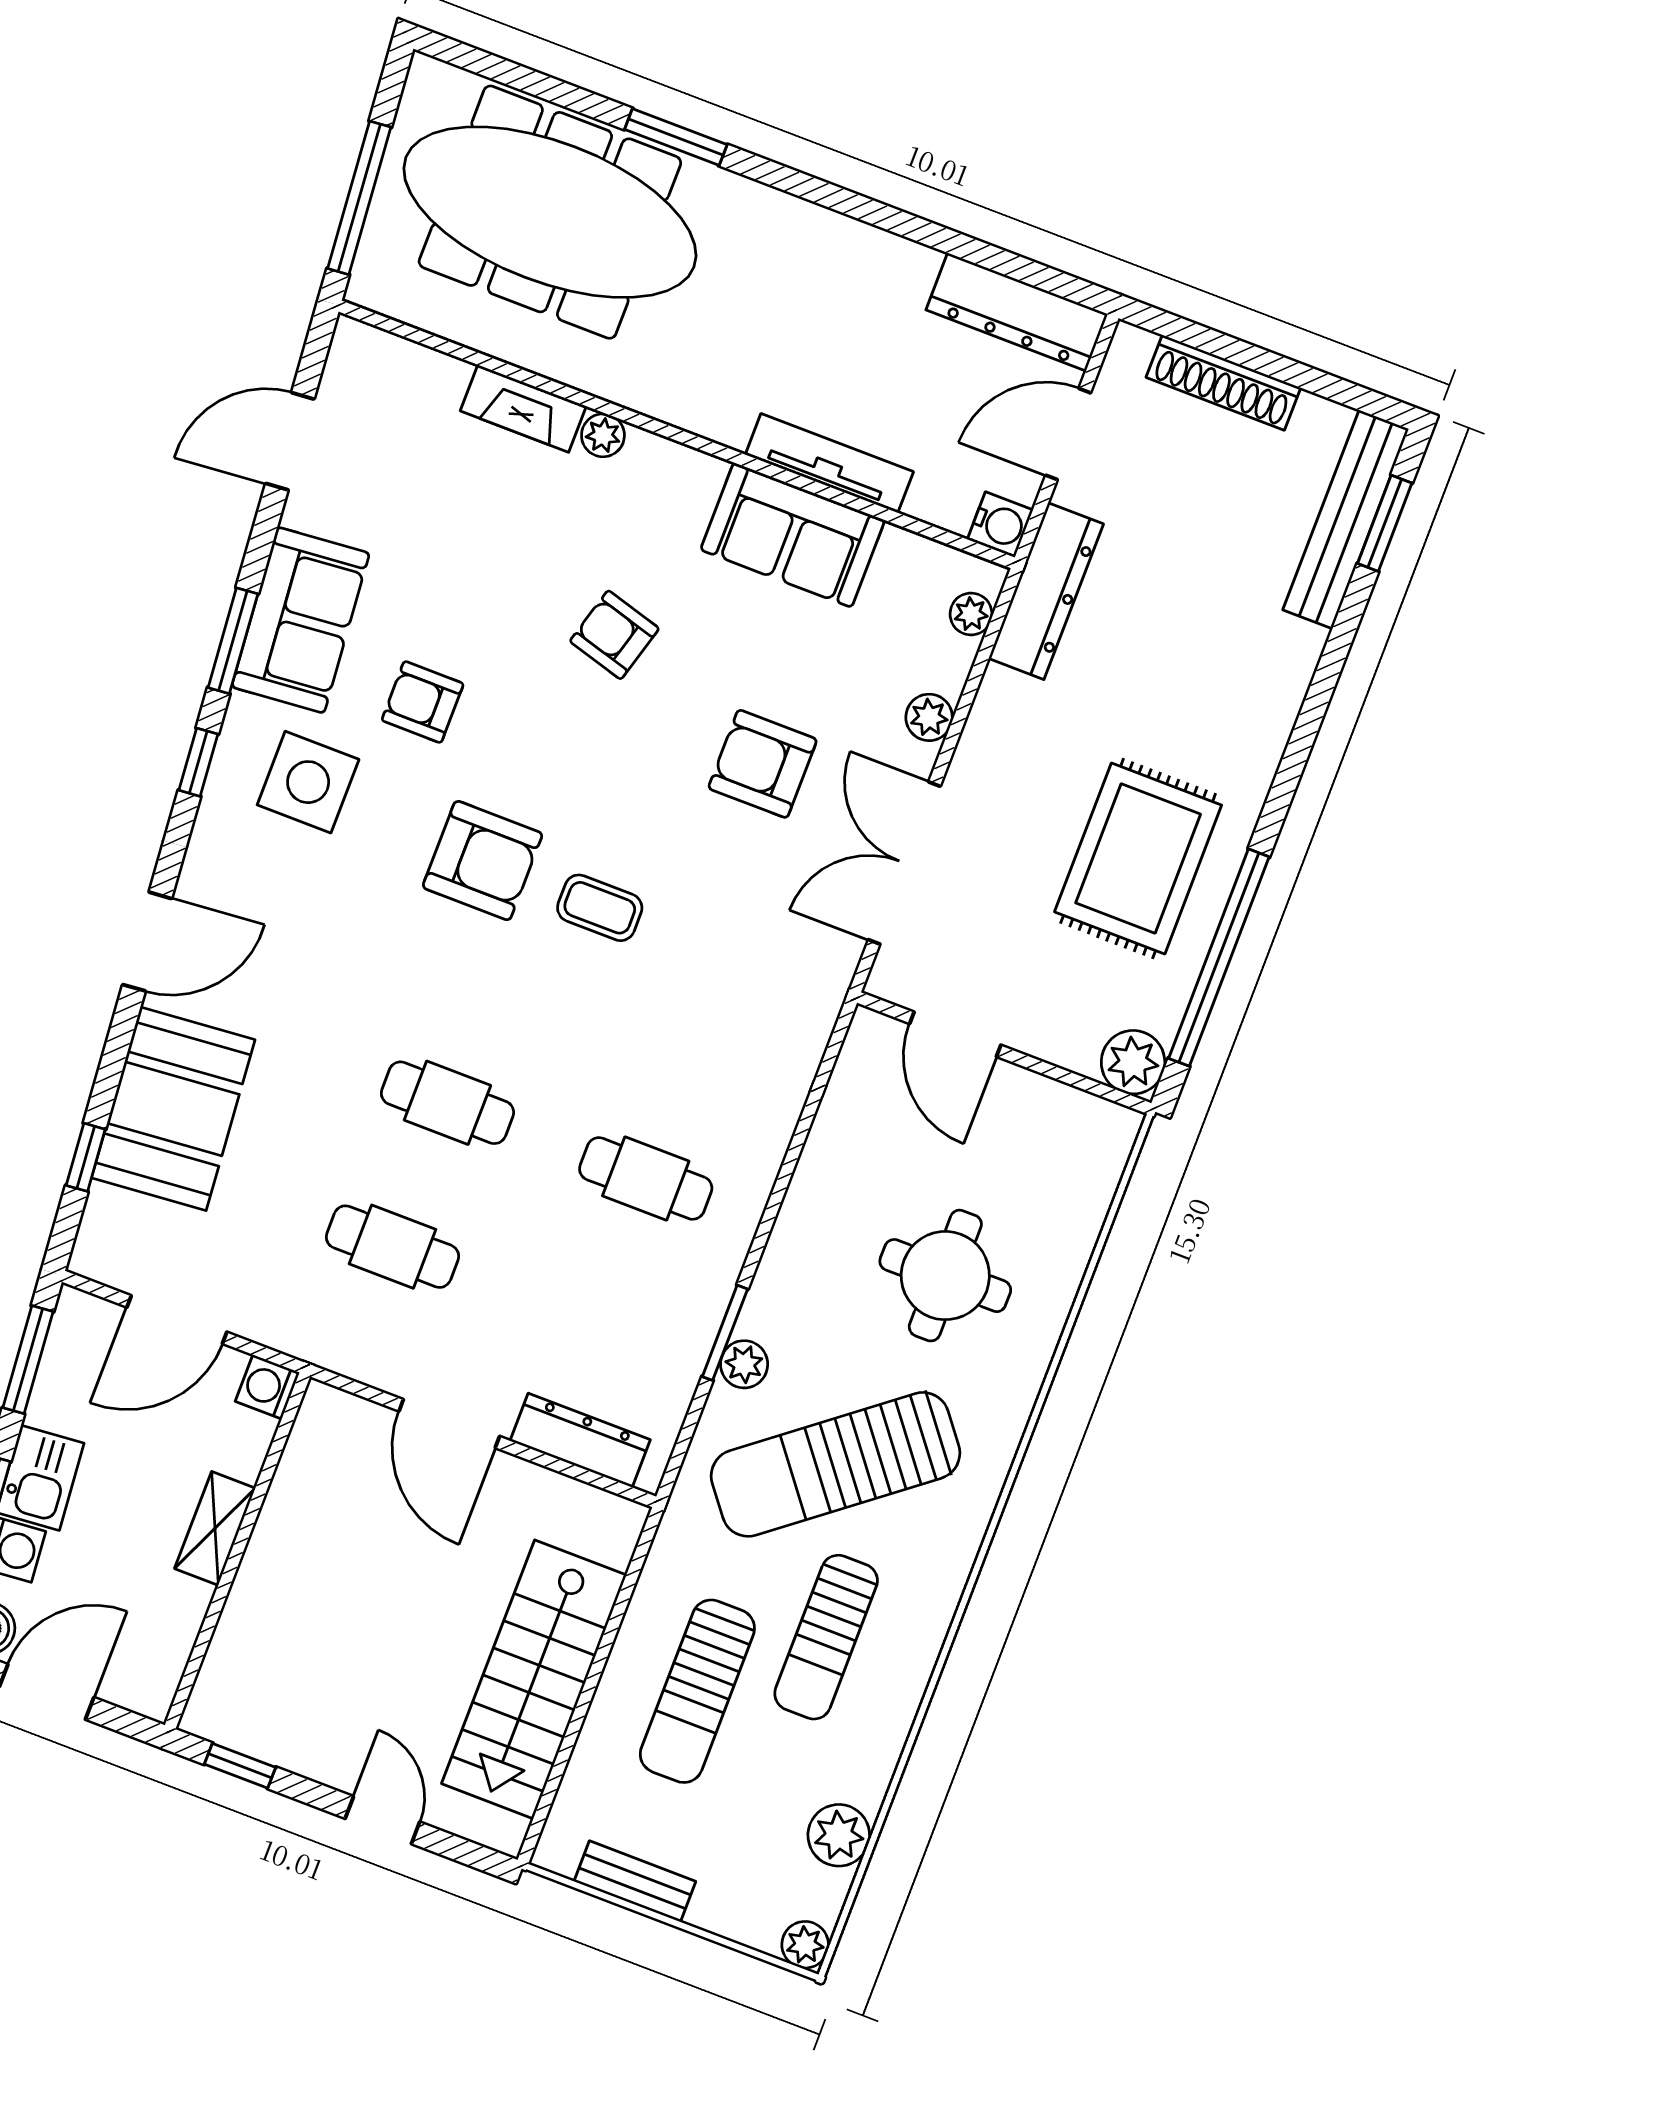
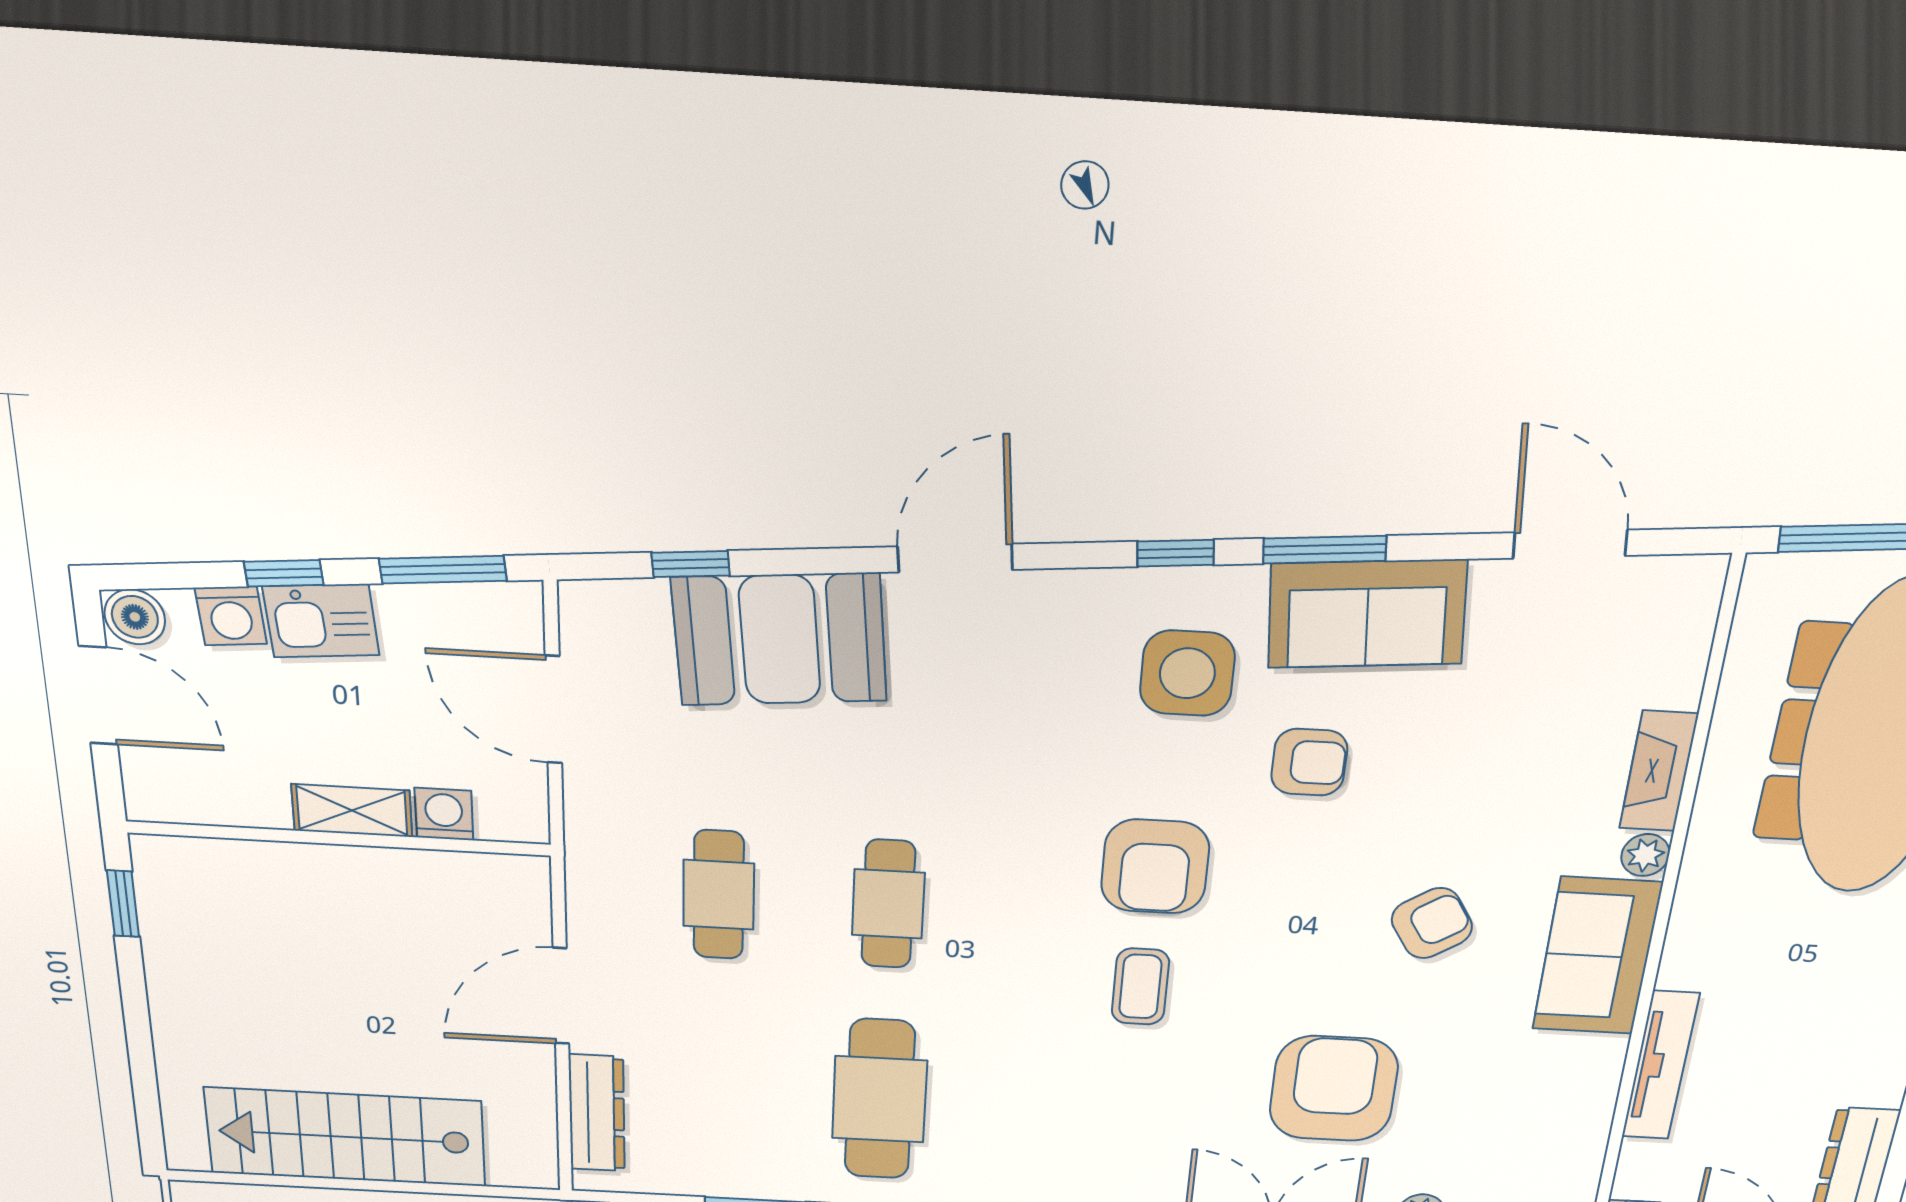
sofa: (793, 535) -> (1597, 956), moved
armchair: (614, 635) -> (1432, 923), turned 41
armchair: (423, 702) -> (1309, 762), turned 90
armchair: (763, 764) -> (1334, 1089), width x1.36, depth x1.36
door: (147, 942) -> (955, 558), swing flipped
cafe table: (646, 1178) -> (880, 1099), width x1.37, depth x1.35
washing machine: (267, 1387) -> (444, 814), moved
door: (382, 1820) -> (140, 1046), removed

